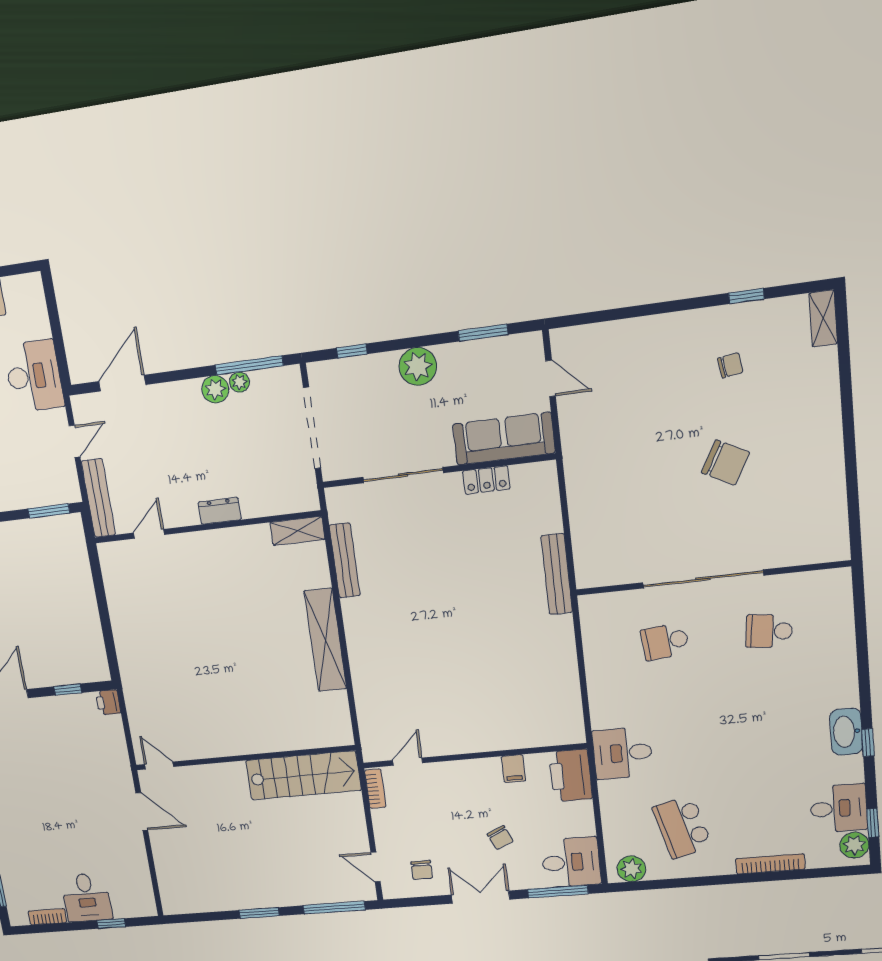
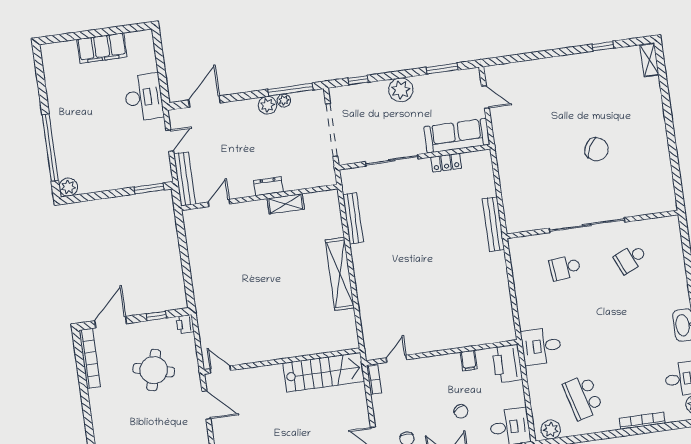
chair: (730, 365) -> (596, 88), removed
shelving: (297, 531) -> (286, 204), moved
school desk: (769, 631) -> (631, 259), turned -30
round table: (68, 762) -> (154, 370), added

